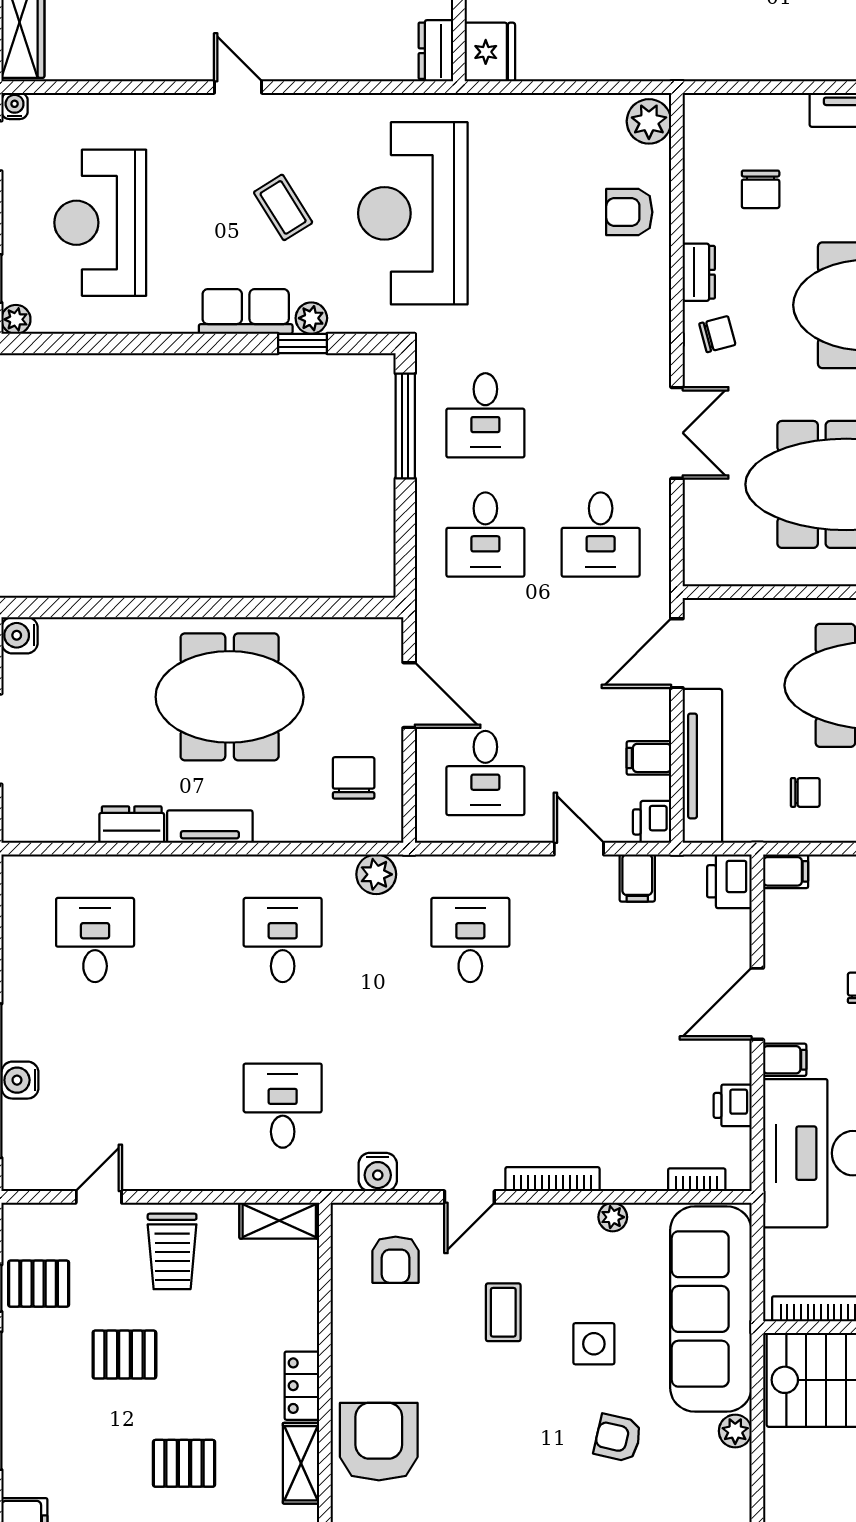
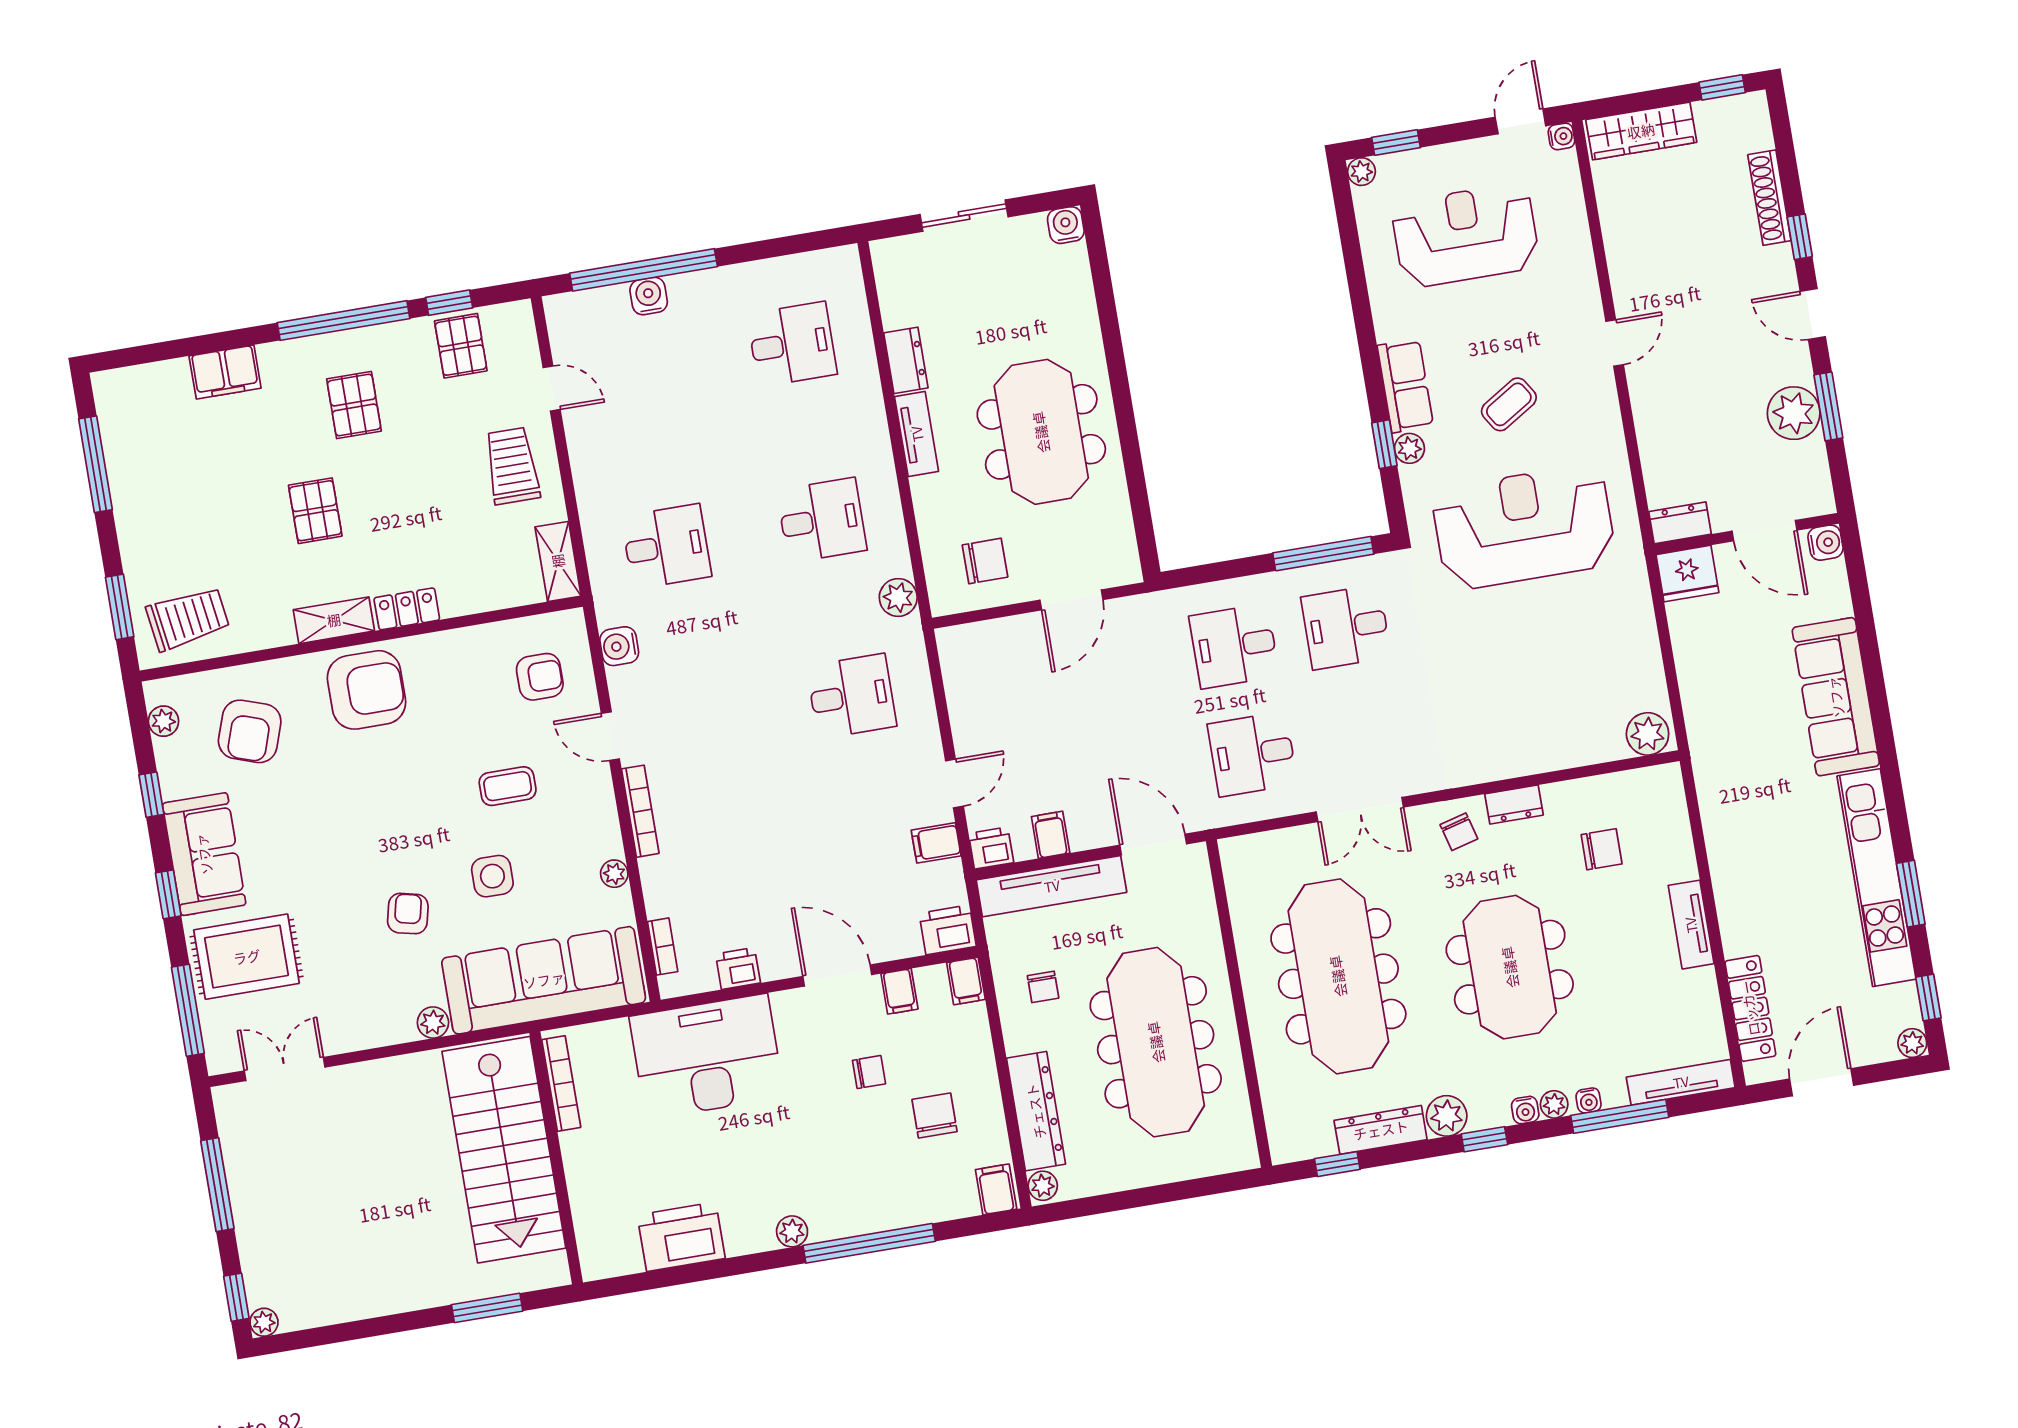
chair: (761, 189) -> (1602, 849), turned 180
armchair: (629, 212) -> (1559, 730), removed
desk: (485, 773) -> (1011, 684), removed
filing cabinet: (785, 1060) -> (899, 991), moved
trolley: (172, 1251) -> (512, 466), turned 90
armchair: (396, 1260) -> (540, 677), turned 180
pallet: (124, 1355) -> (354, 405), moved

